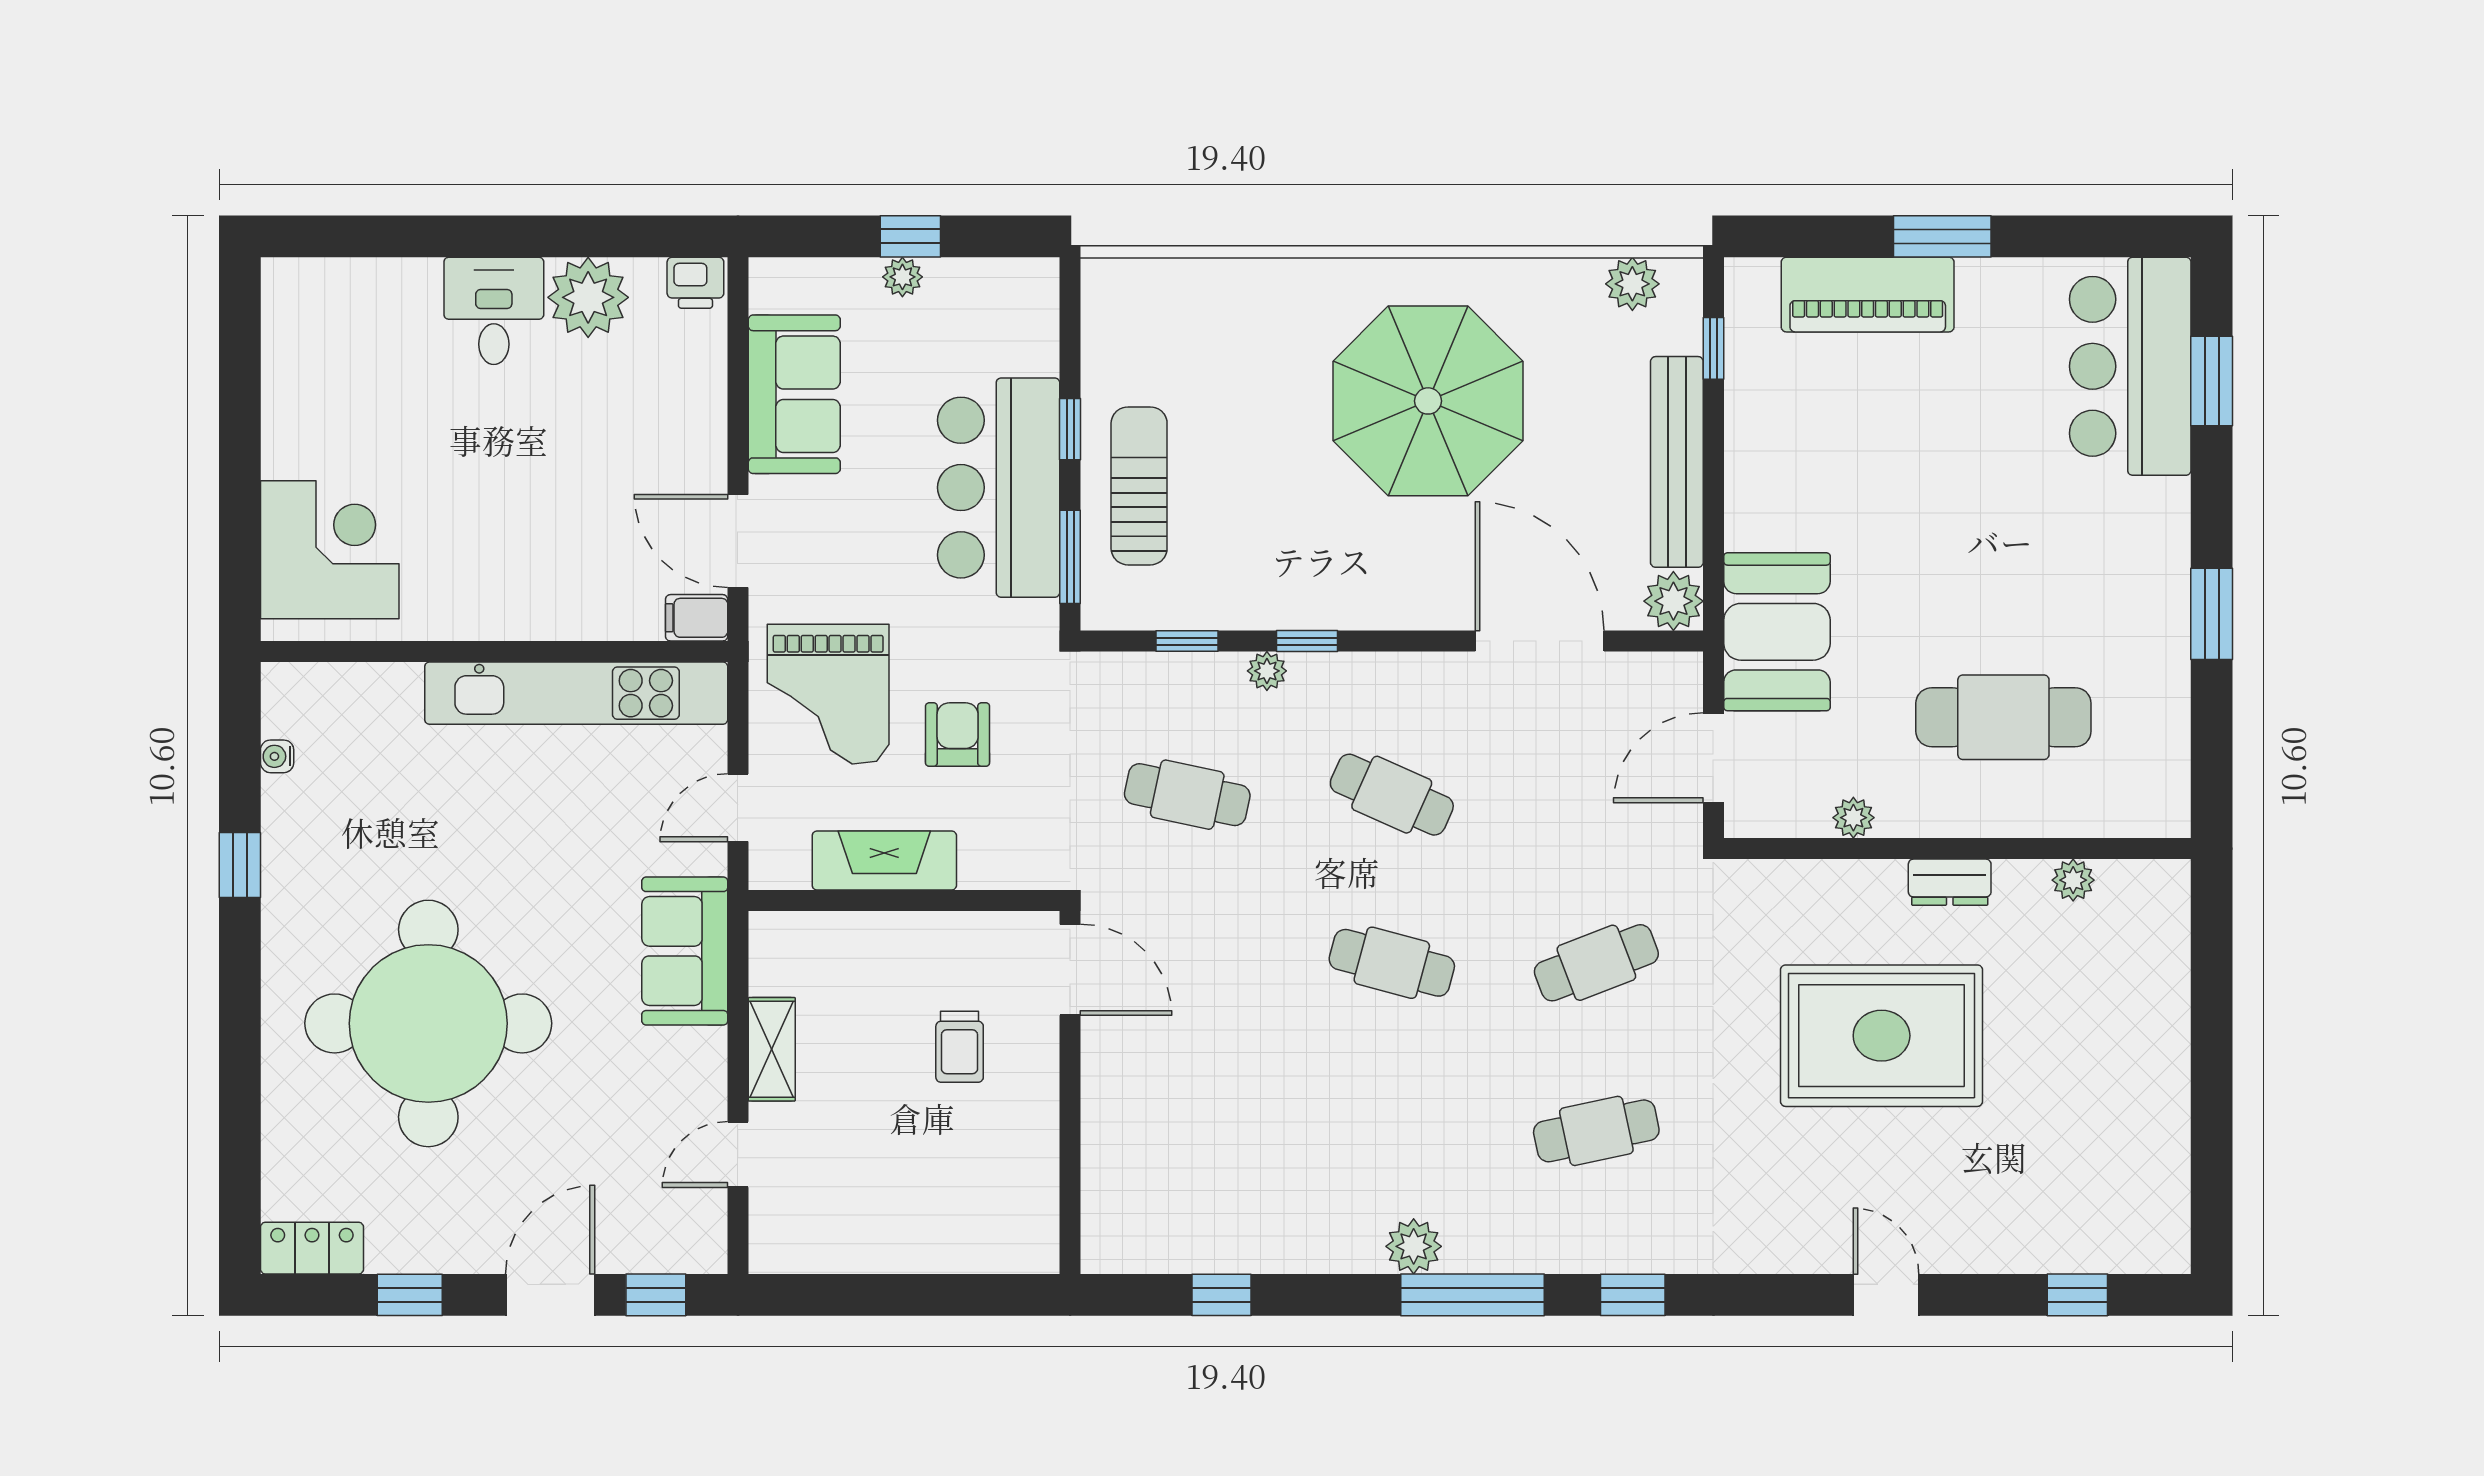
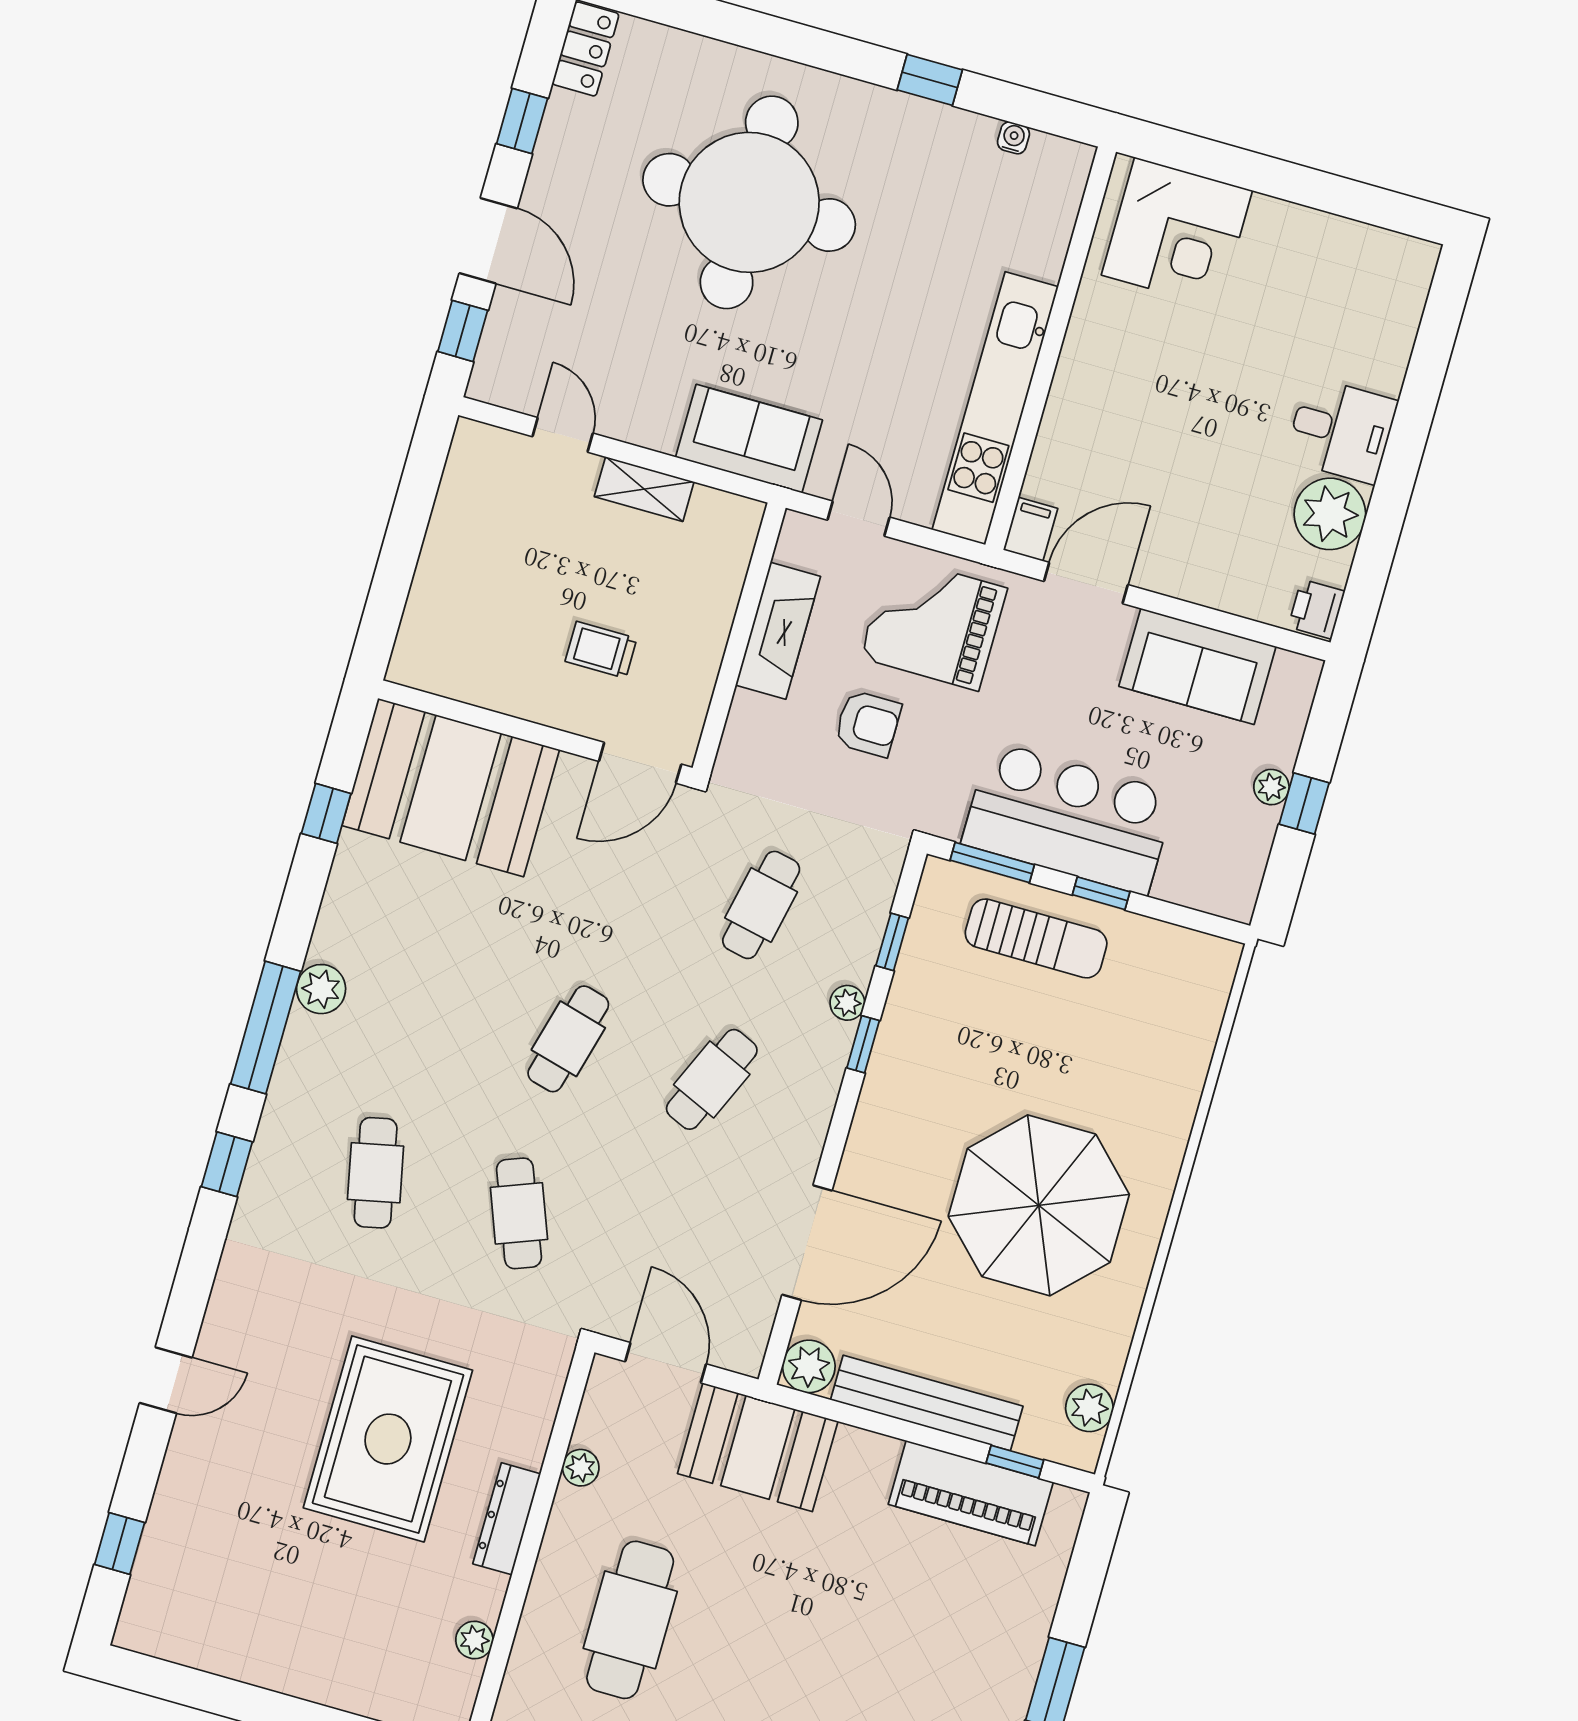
piano: (1868, 295) -> (971, 1493), moved, turned -90
dresser: (1950, 882) -> (507, 1519), width x1.44
booth: (1155, 1168) -> (451, 788), added

